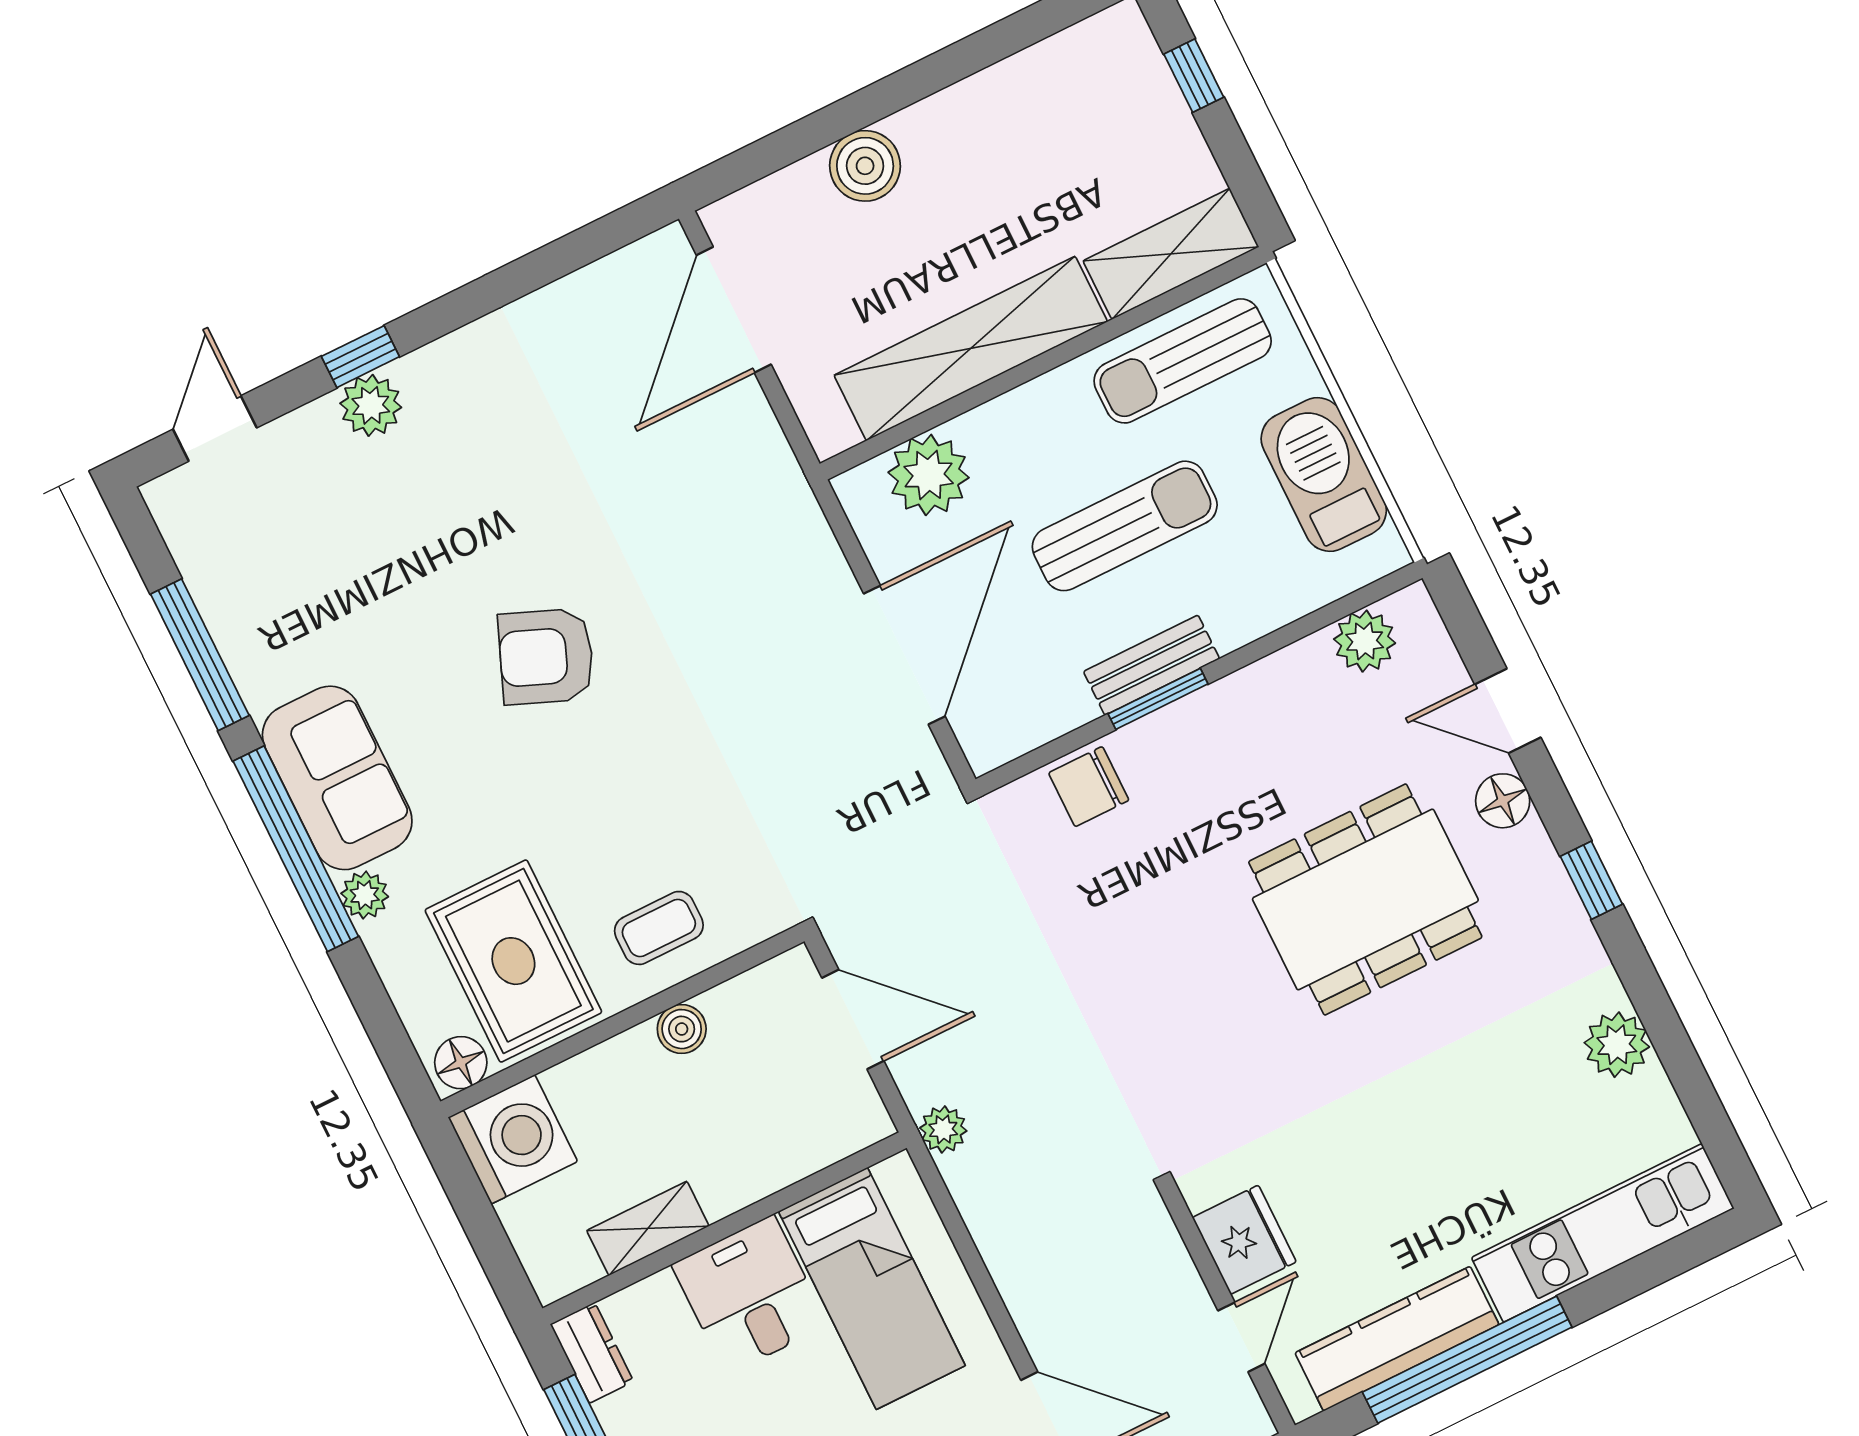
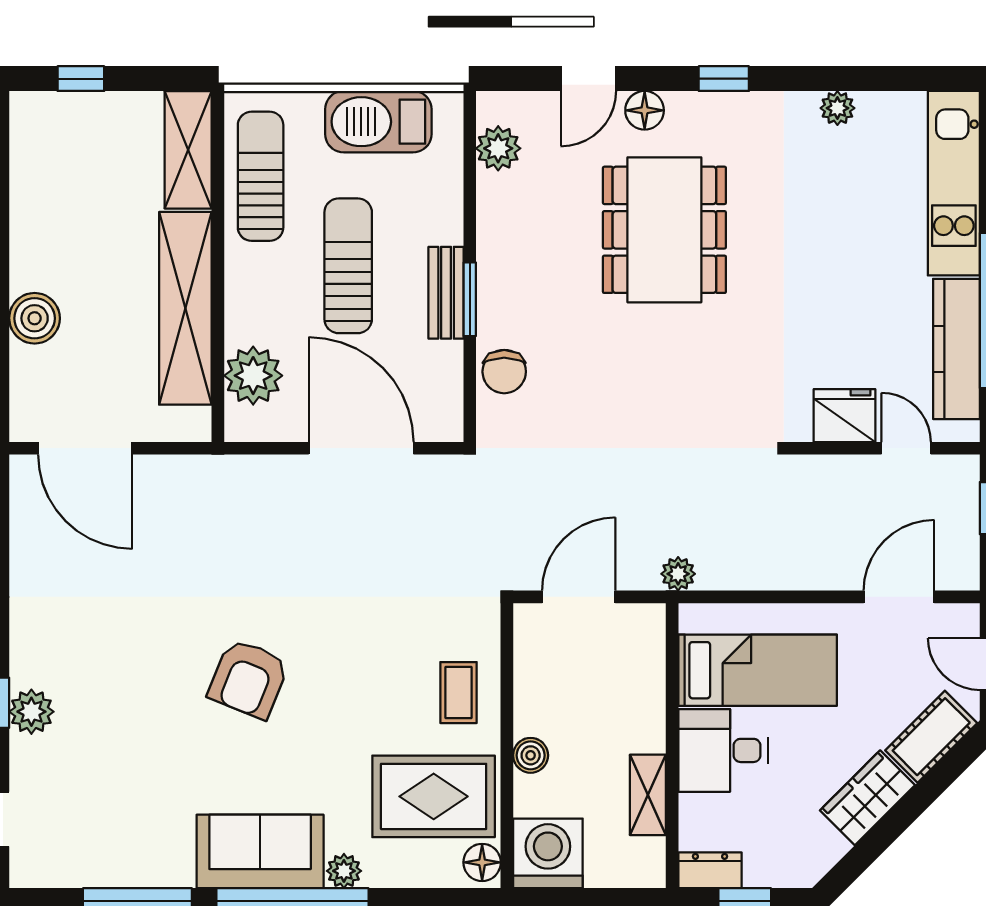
sun lounger: (1183, 361) -> (261, 176), turned 180
boiler: (682, 1029) -> (531, 755), moved
plant: (1617, 1045) -> (837, 108), width x0.73, depth x0.73

